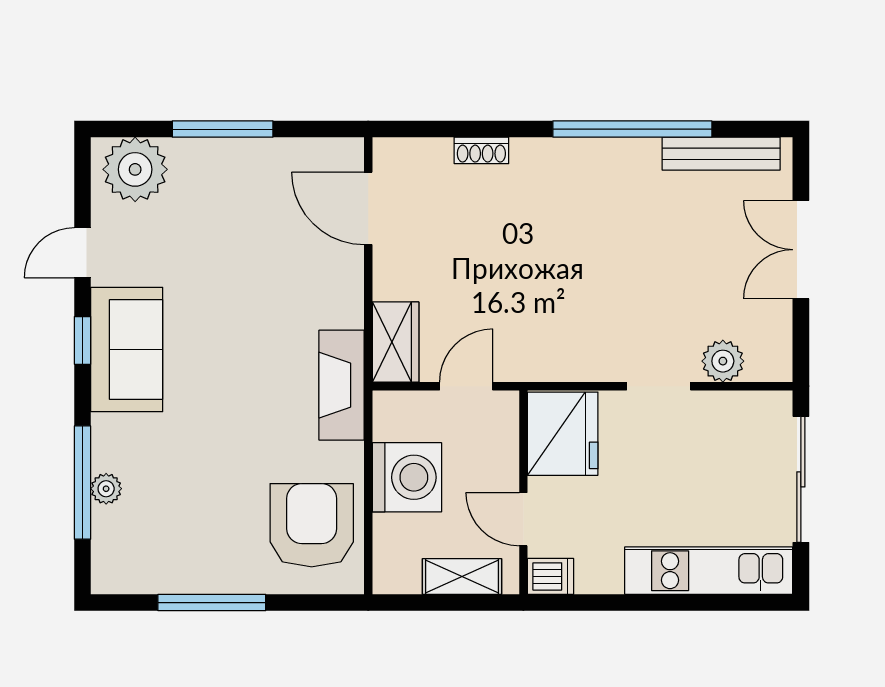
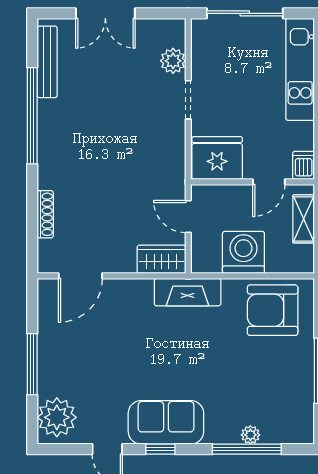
shoe rack: (481, 150) -> (45, 214), width x1.43

